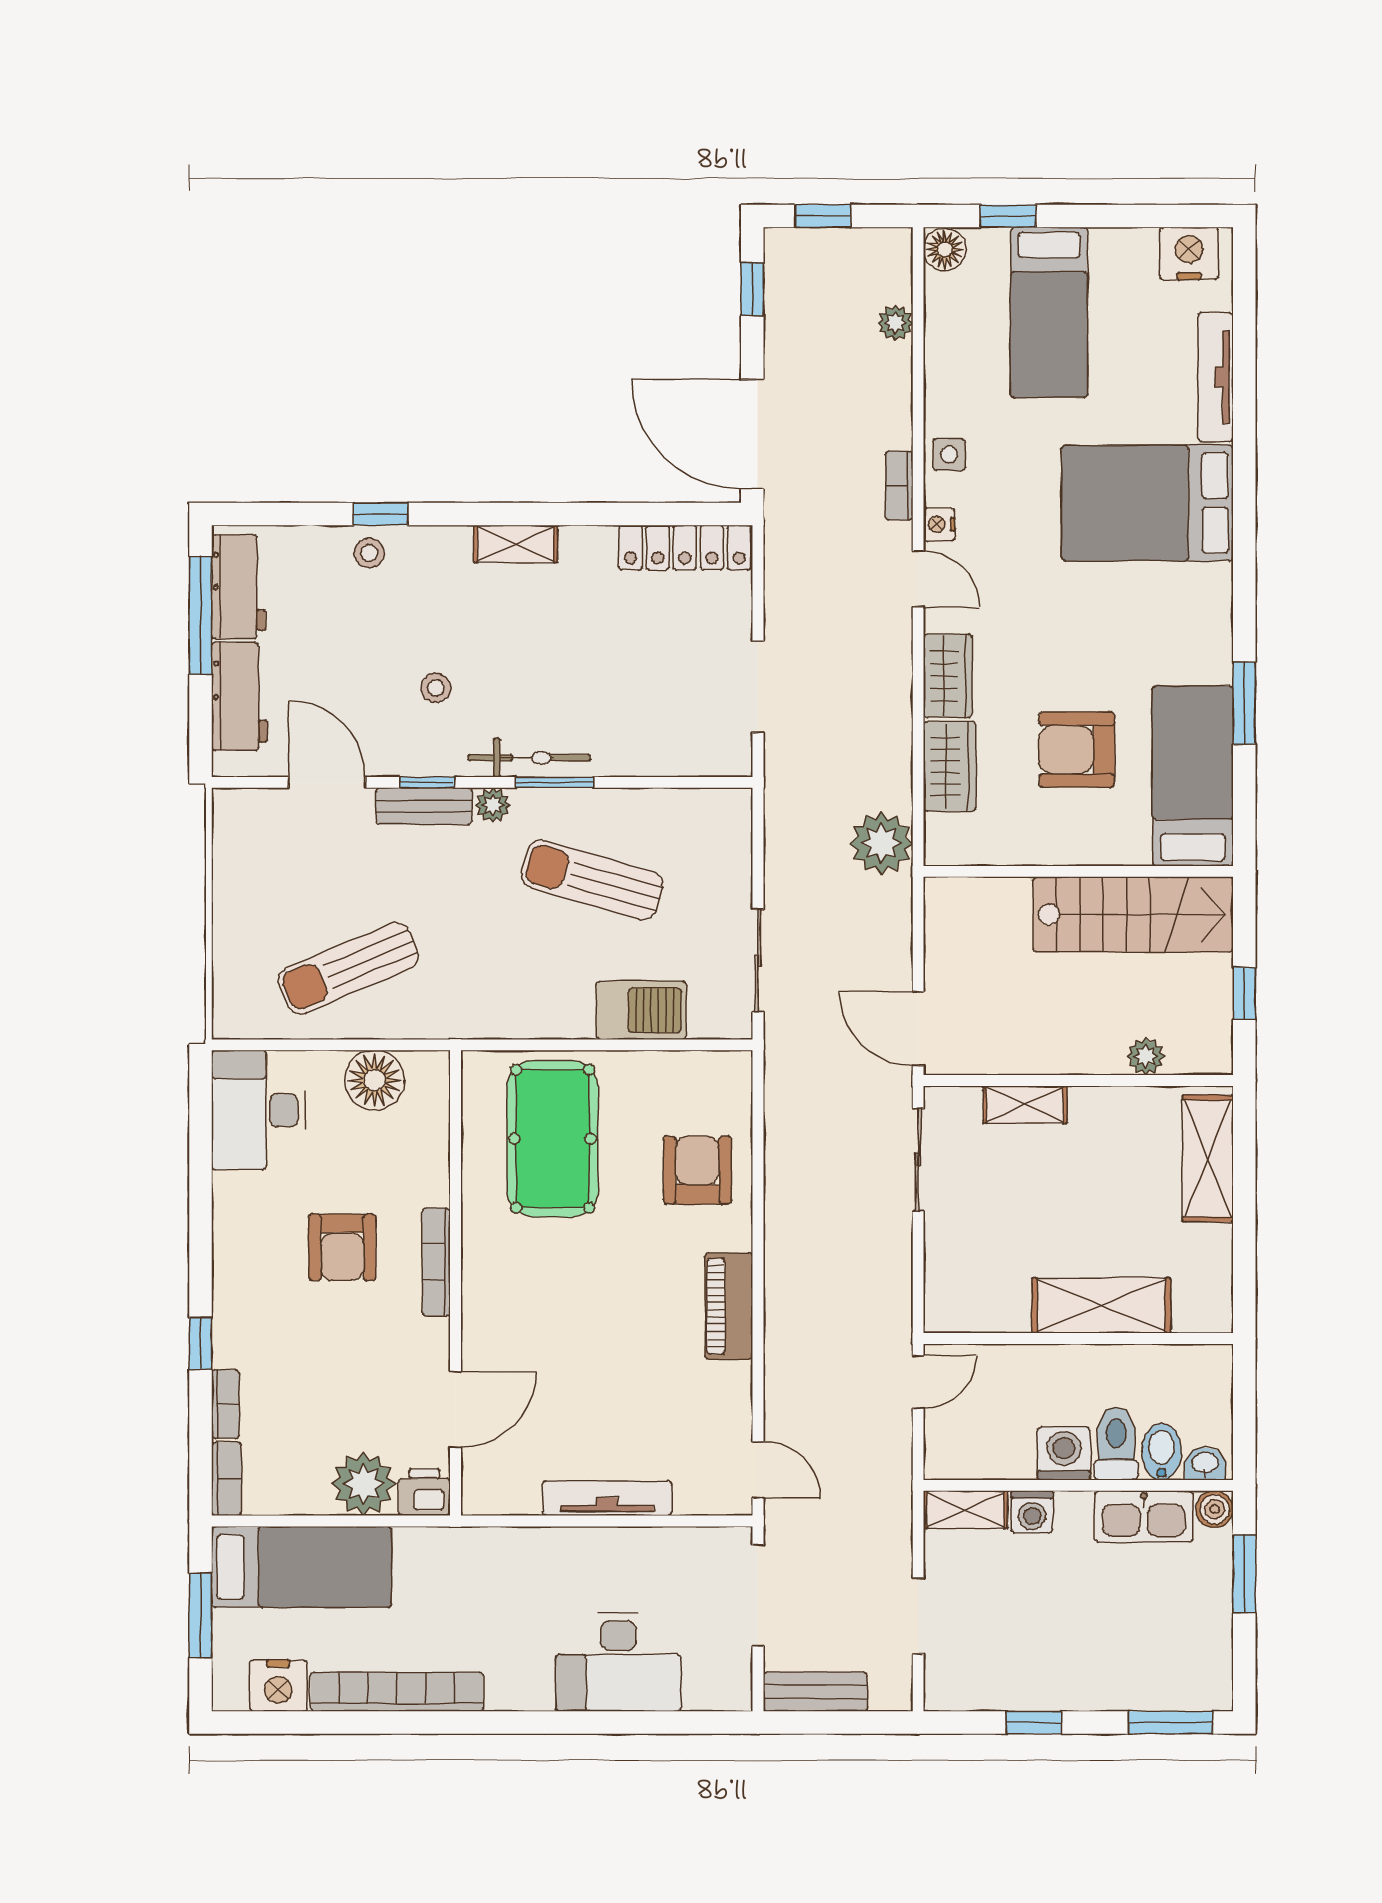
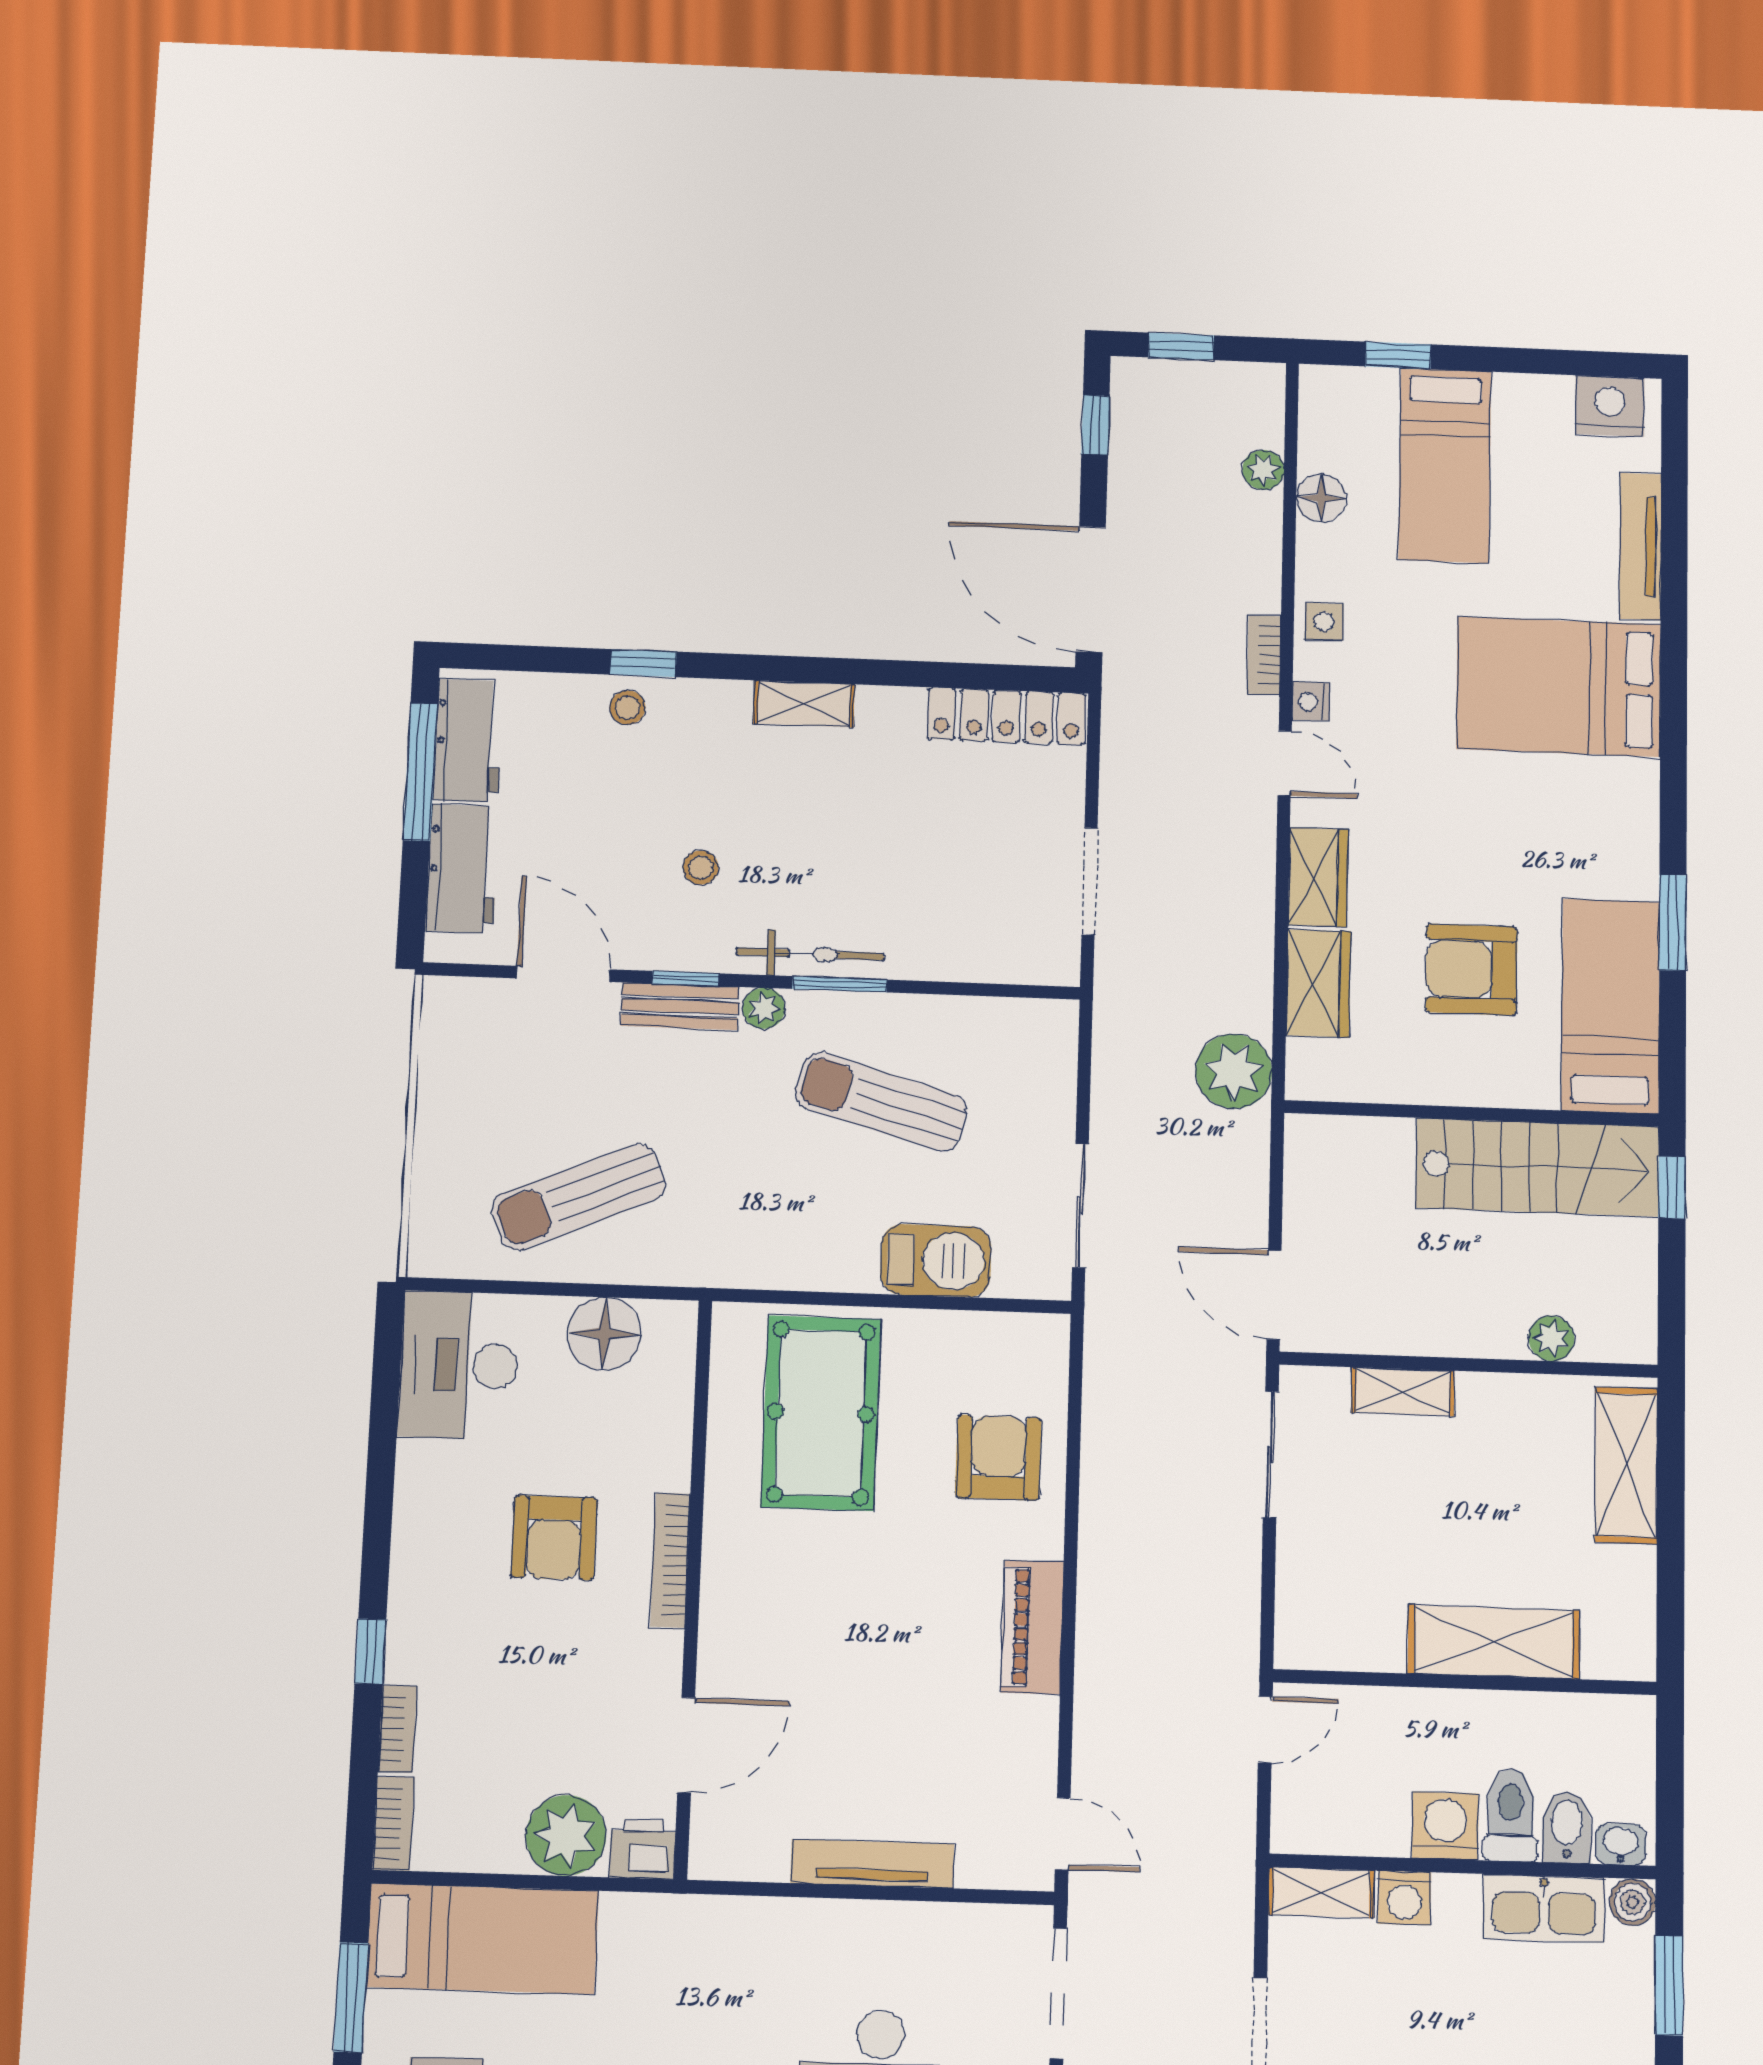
floor lamp: (945, 249) -> (1321, 498), moved
window: (1244, 993) -> (1672, 1187), moved

